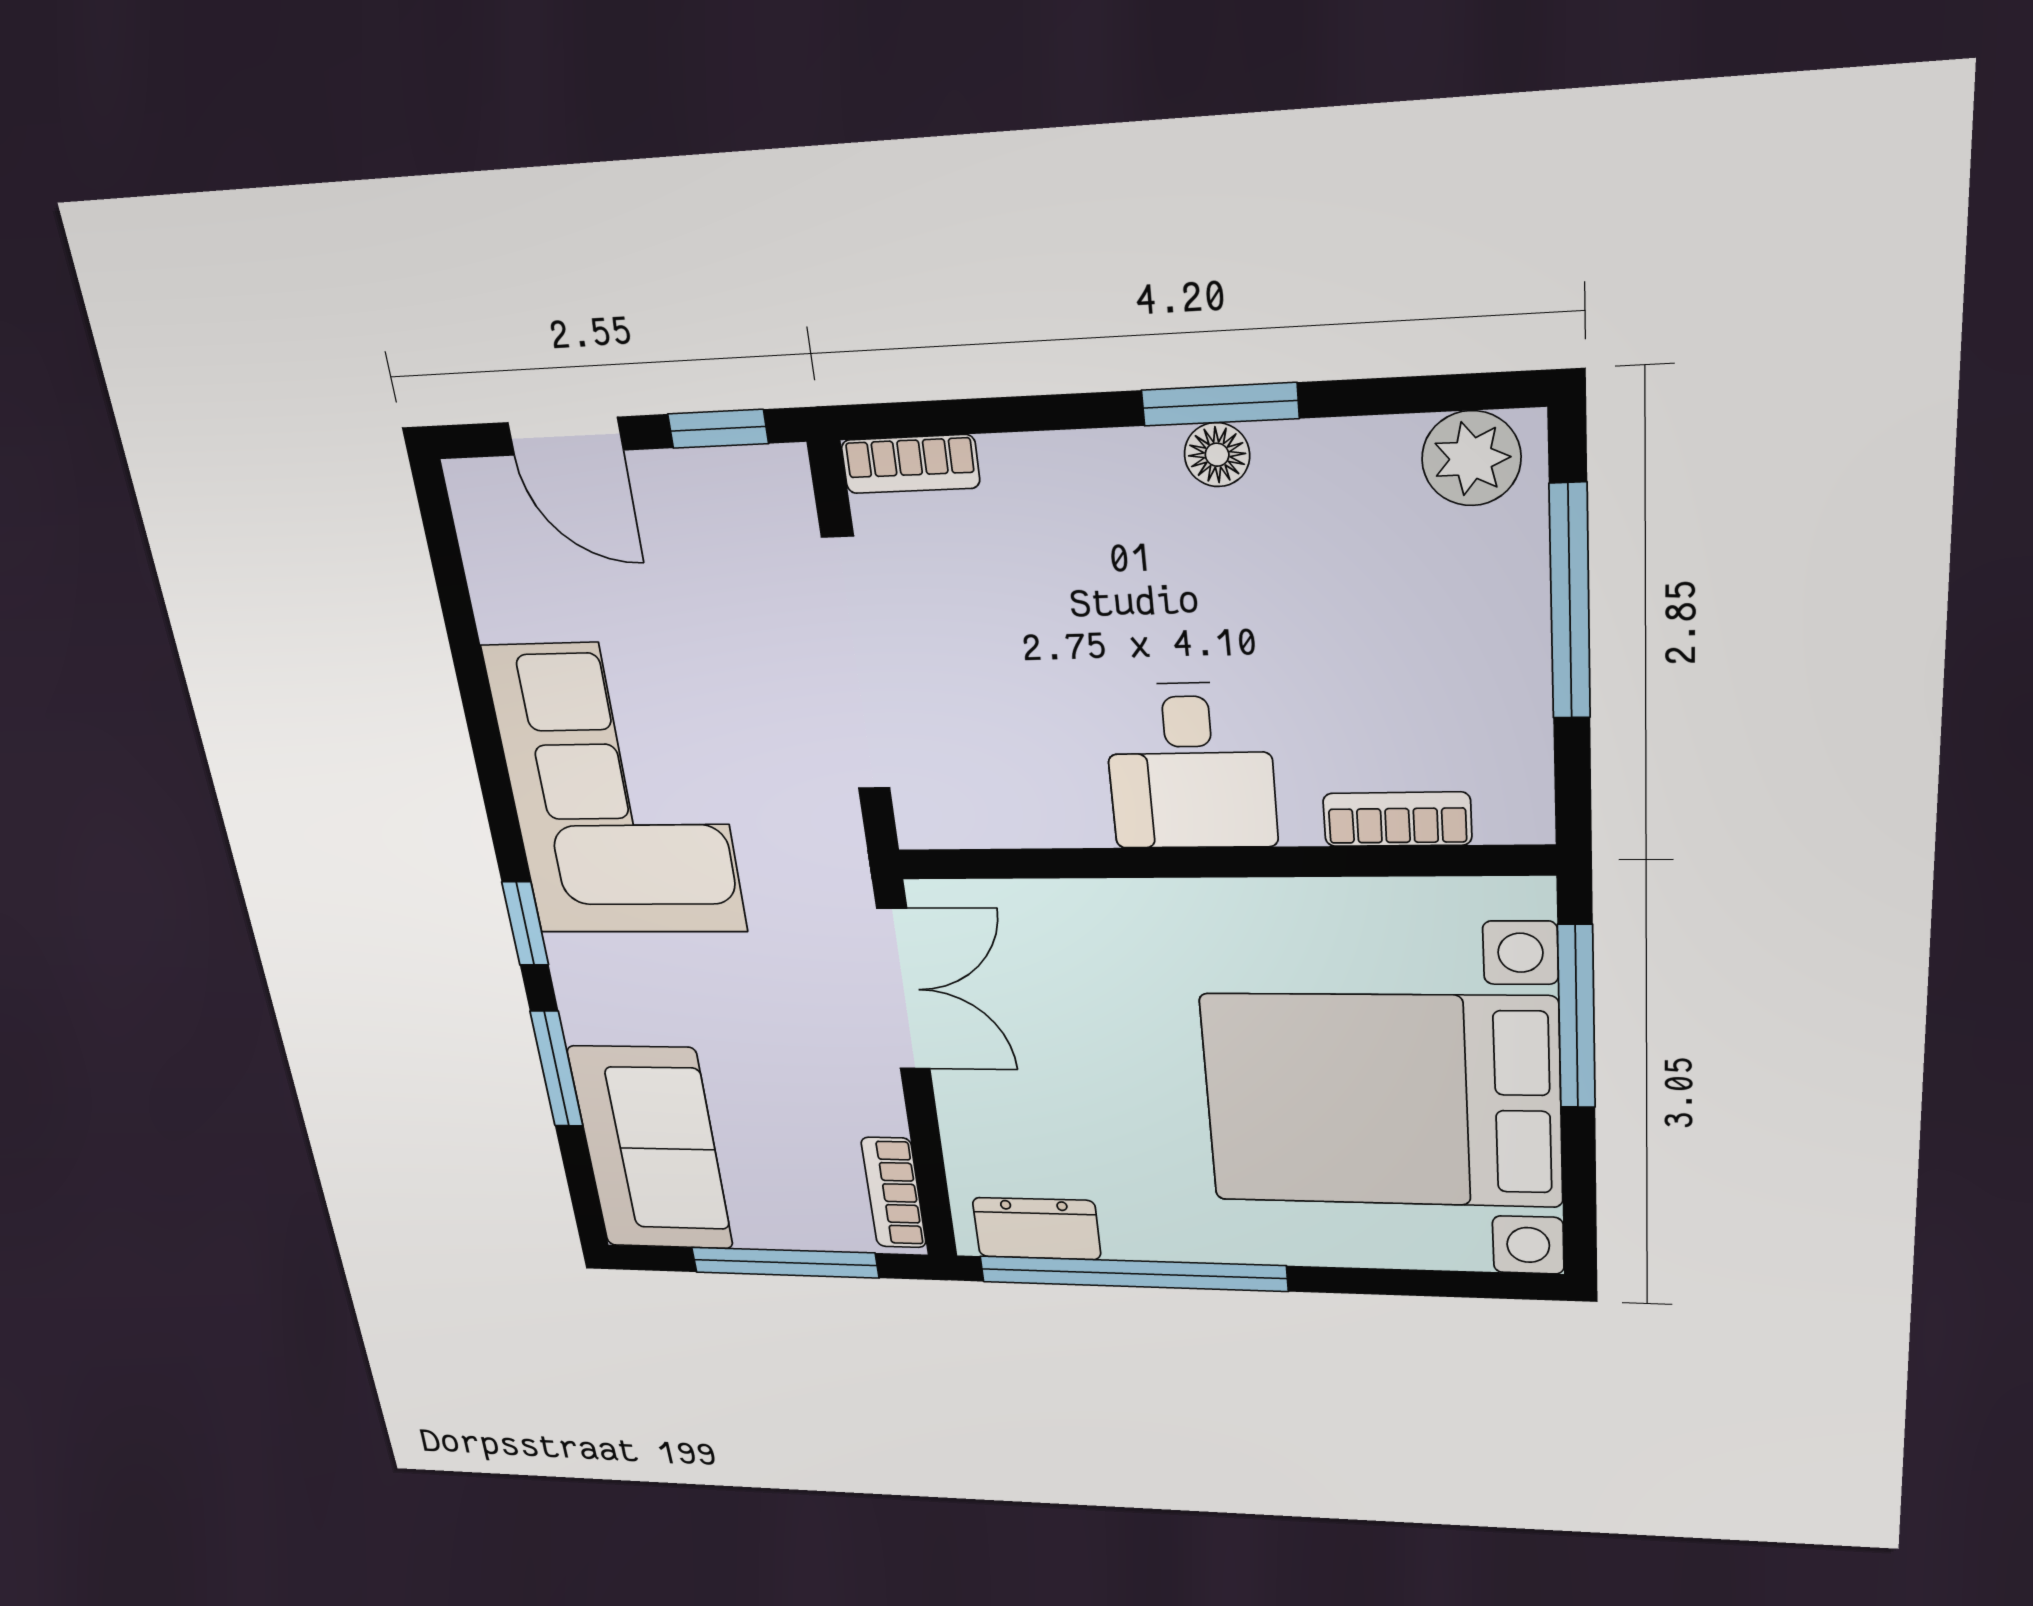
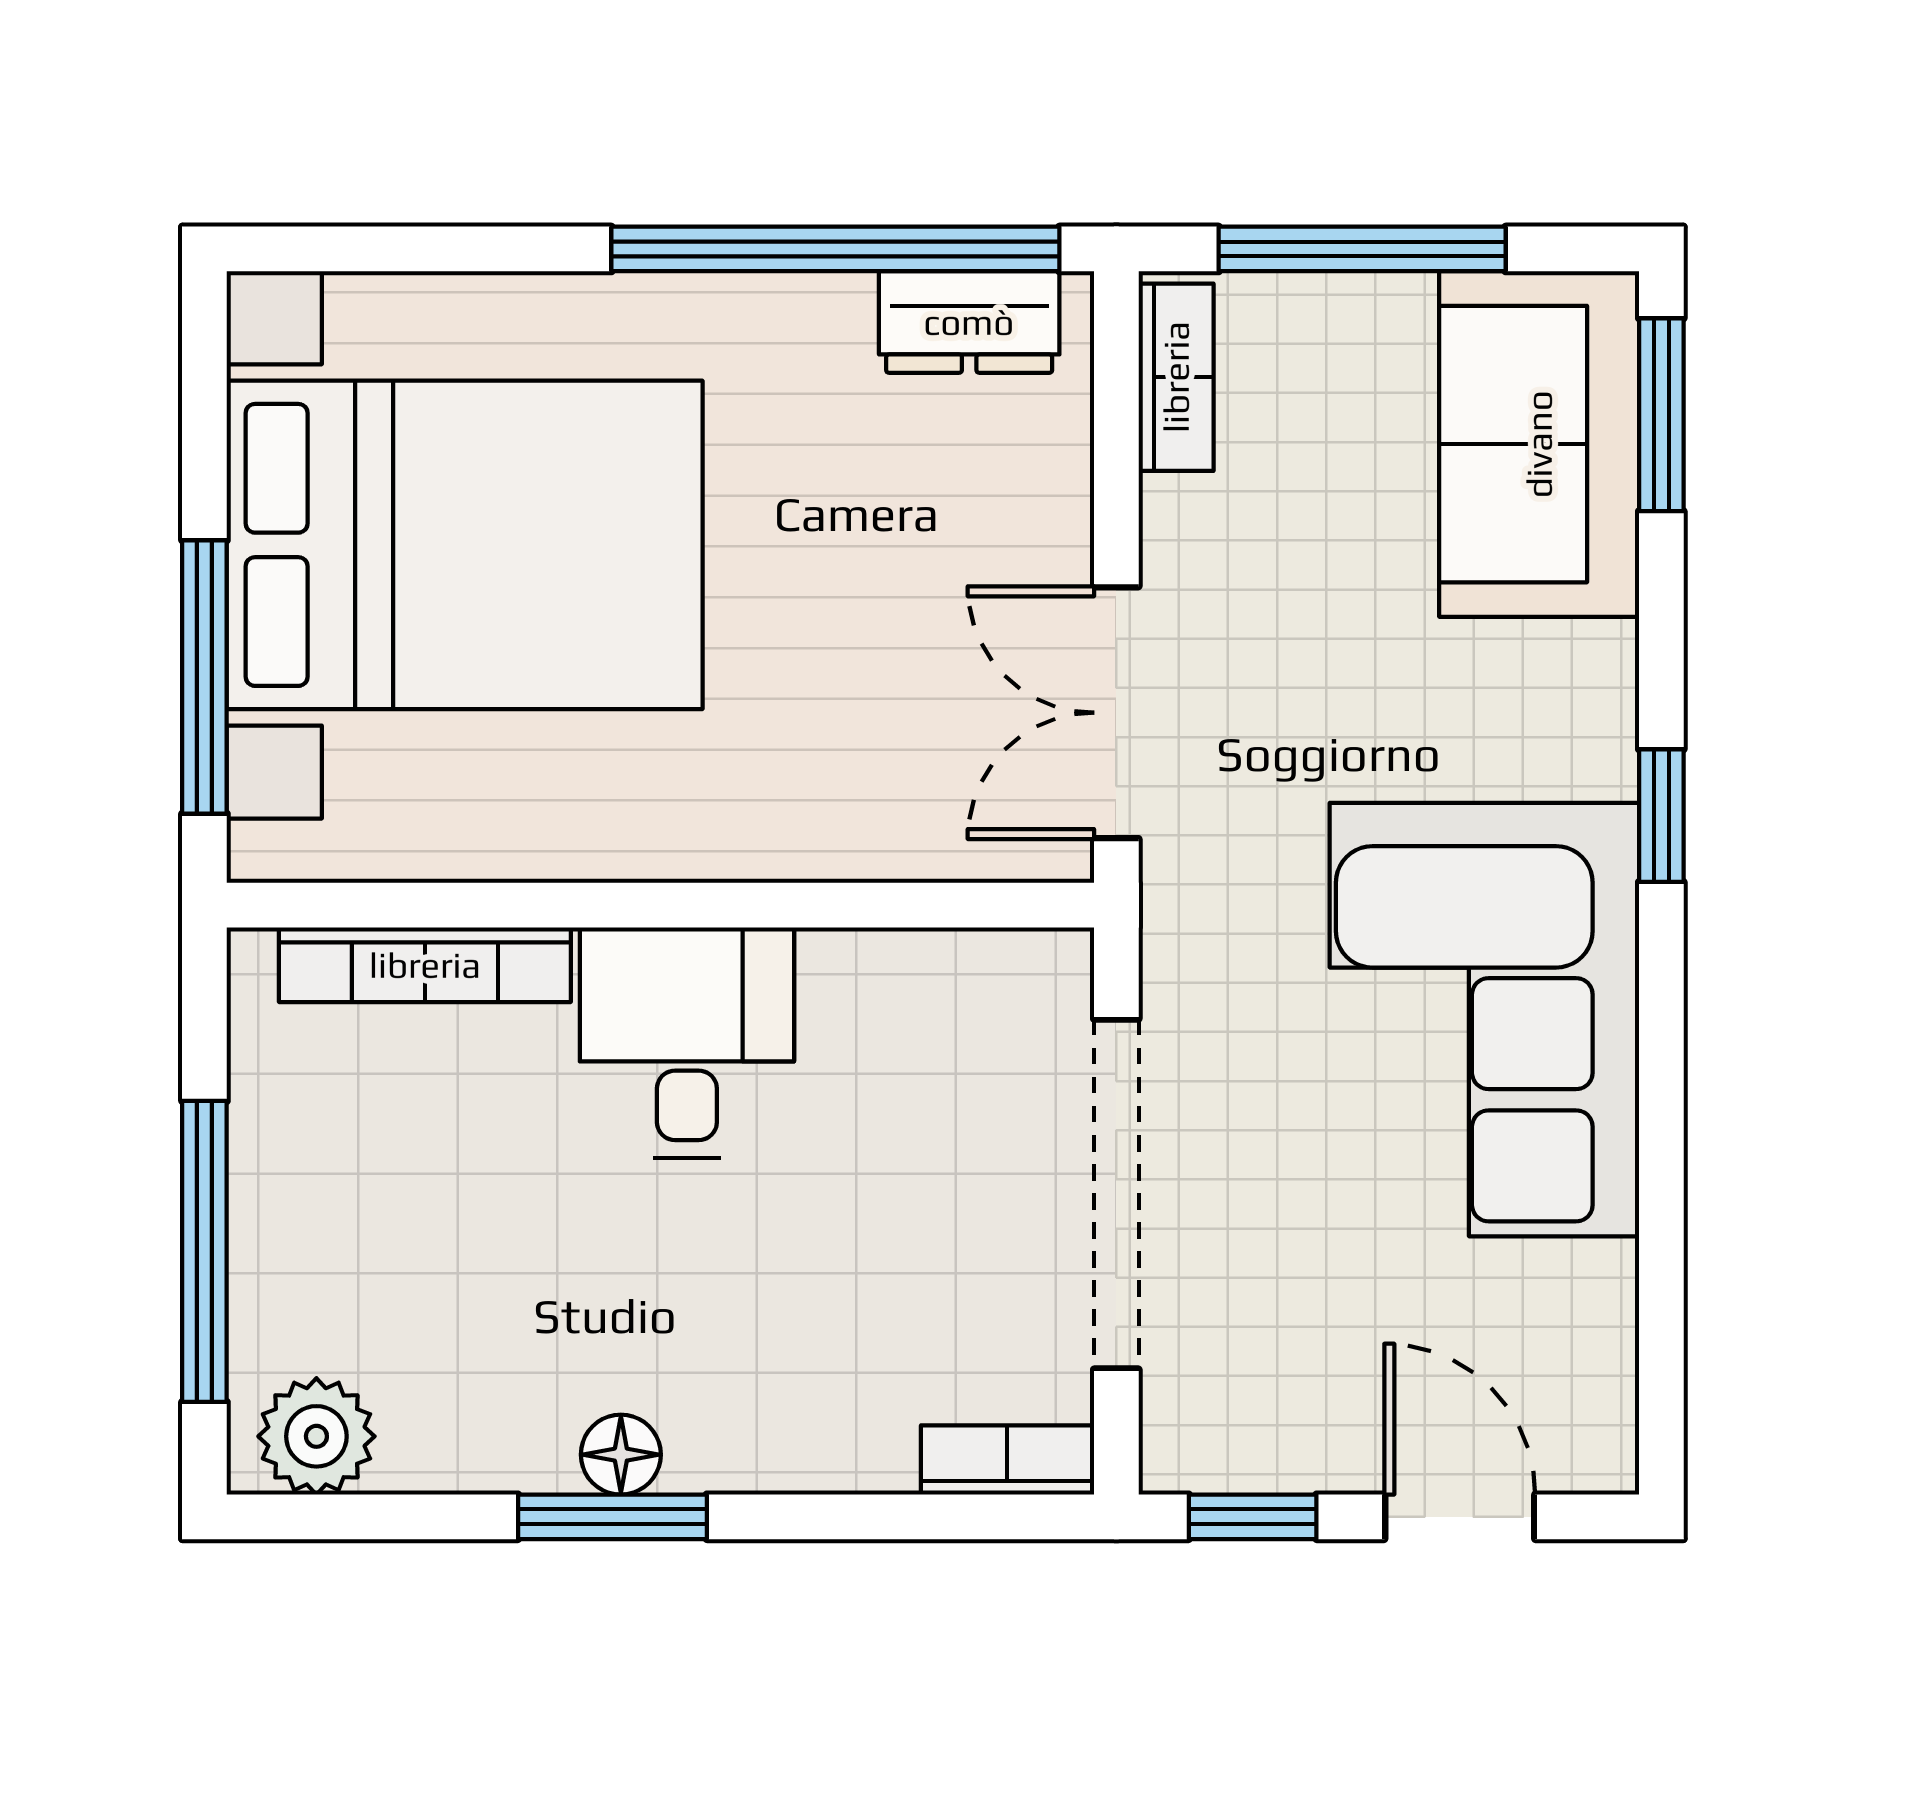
bookcase: (1397, 819) -> (425, 965), width x1.56
window: (557, 1069) -> (1661, 415), moved

